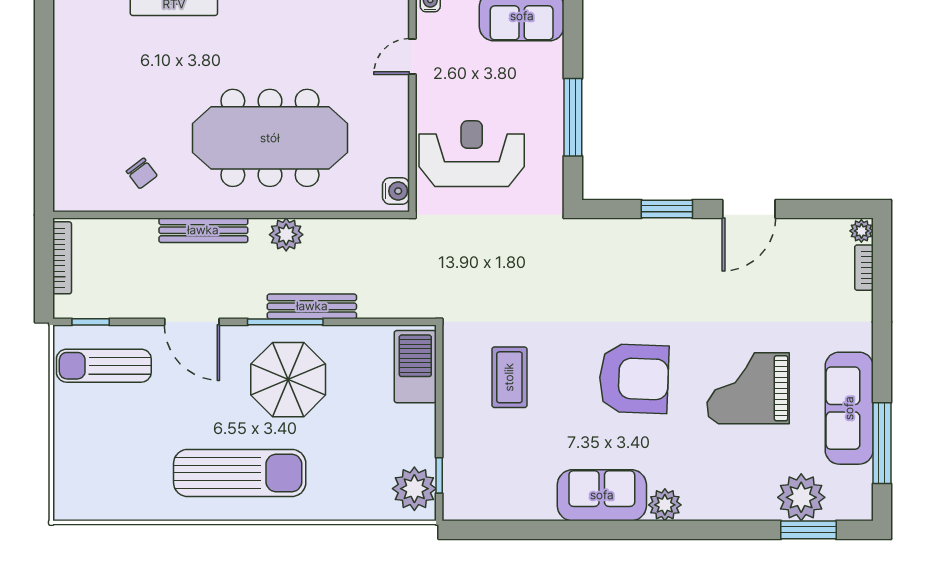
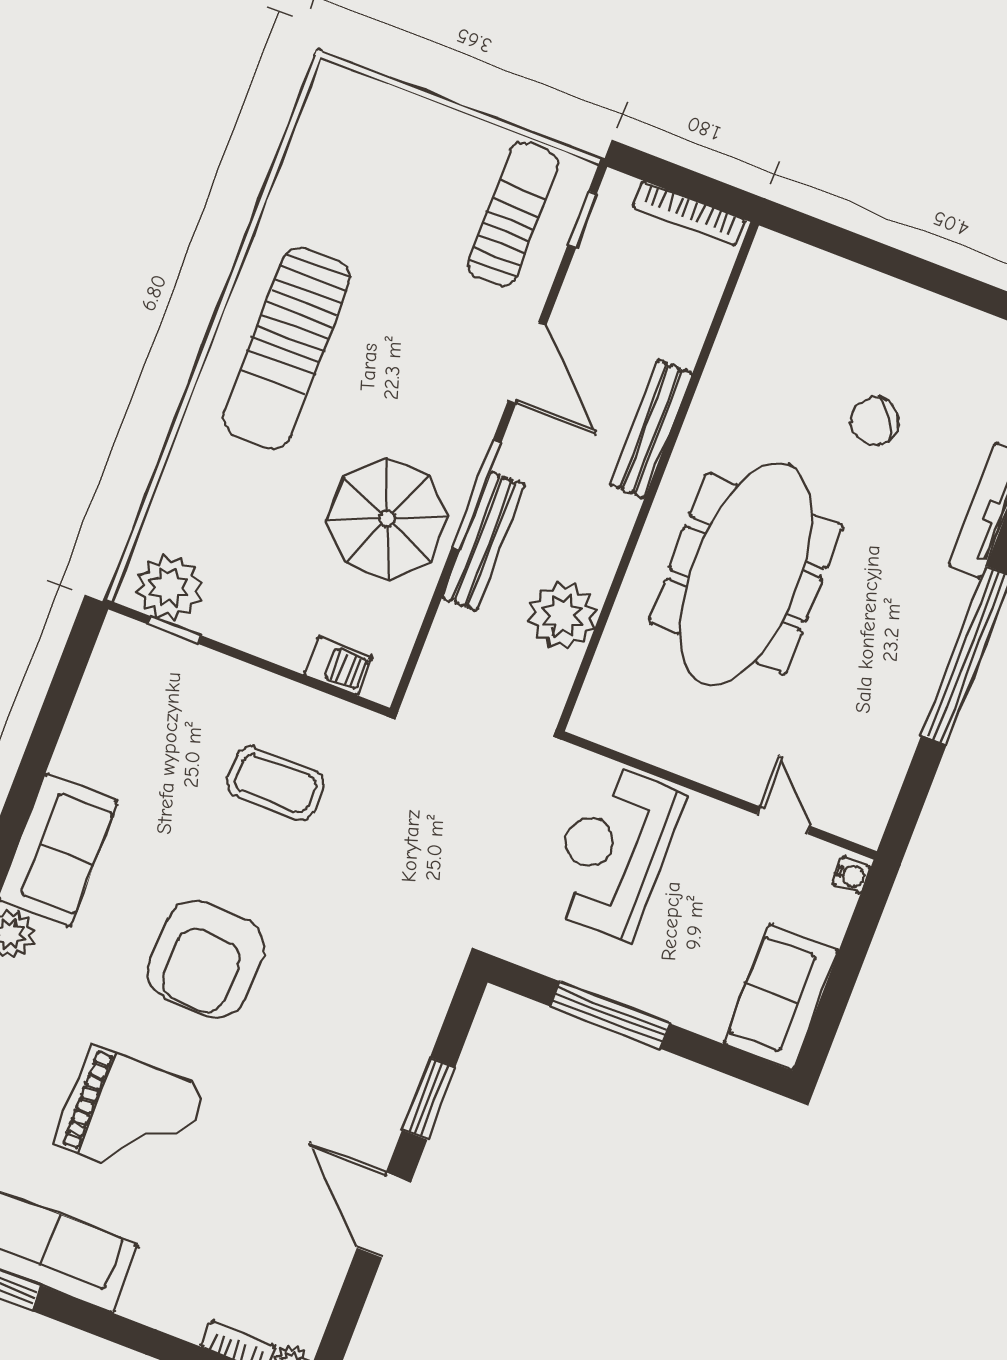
reception desk: (472, 154) -> (613, 851), turned 180
chair: (142, 173) -> (875, 421), moved, width x1.37, depth x1.37
water cooler: (396, 191) -> (602, 724), removed
plant: (286, 235) -> (562, 616), moved, width x1.36, depth x1.36
door: (192, 322) -> (527, 363), swing flipped
barbecue: (415, 367) -> (338, 666), width x0.53, depth x0.65
parasol: (288, 380) -> (387, 519), moved
grand piano: (748, 388) -> (130, 1116), turned 90

